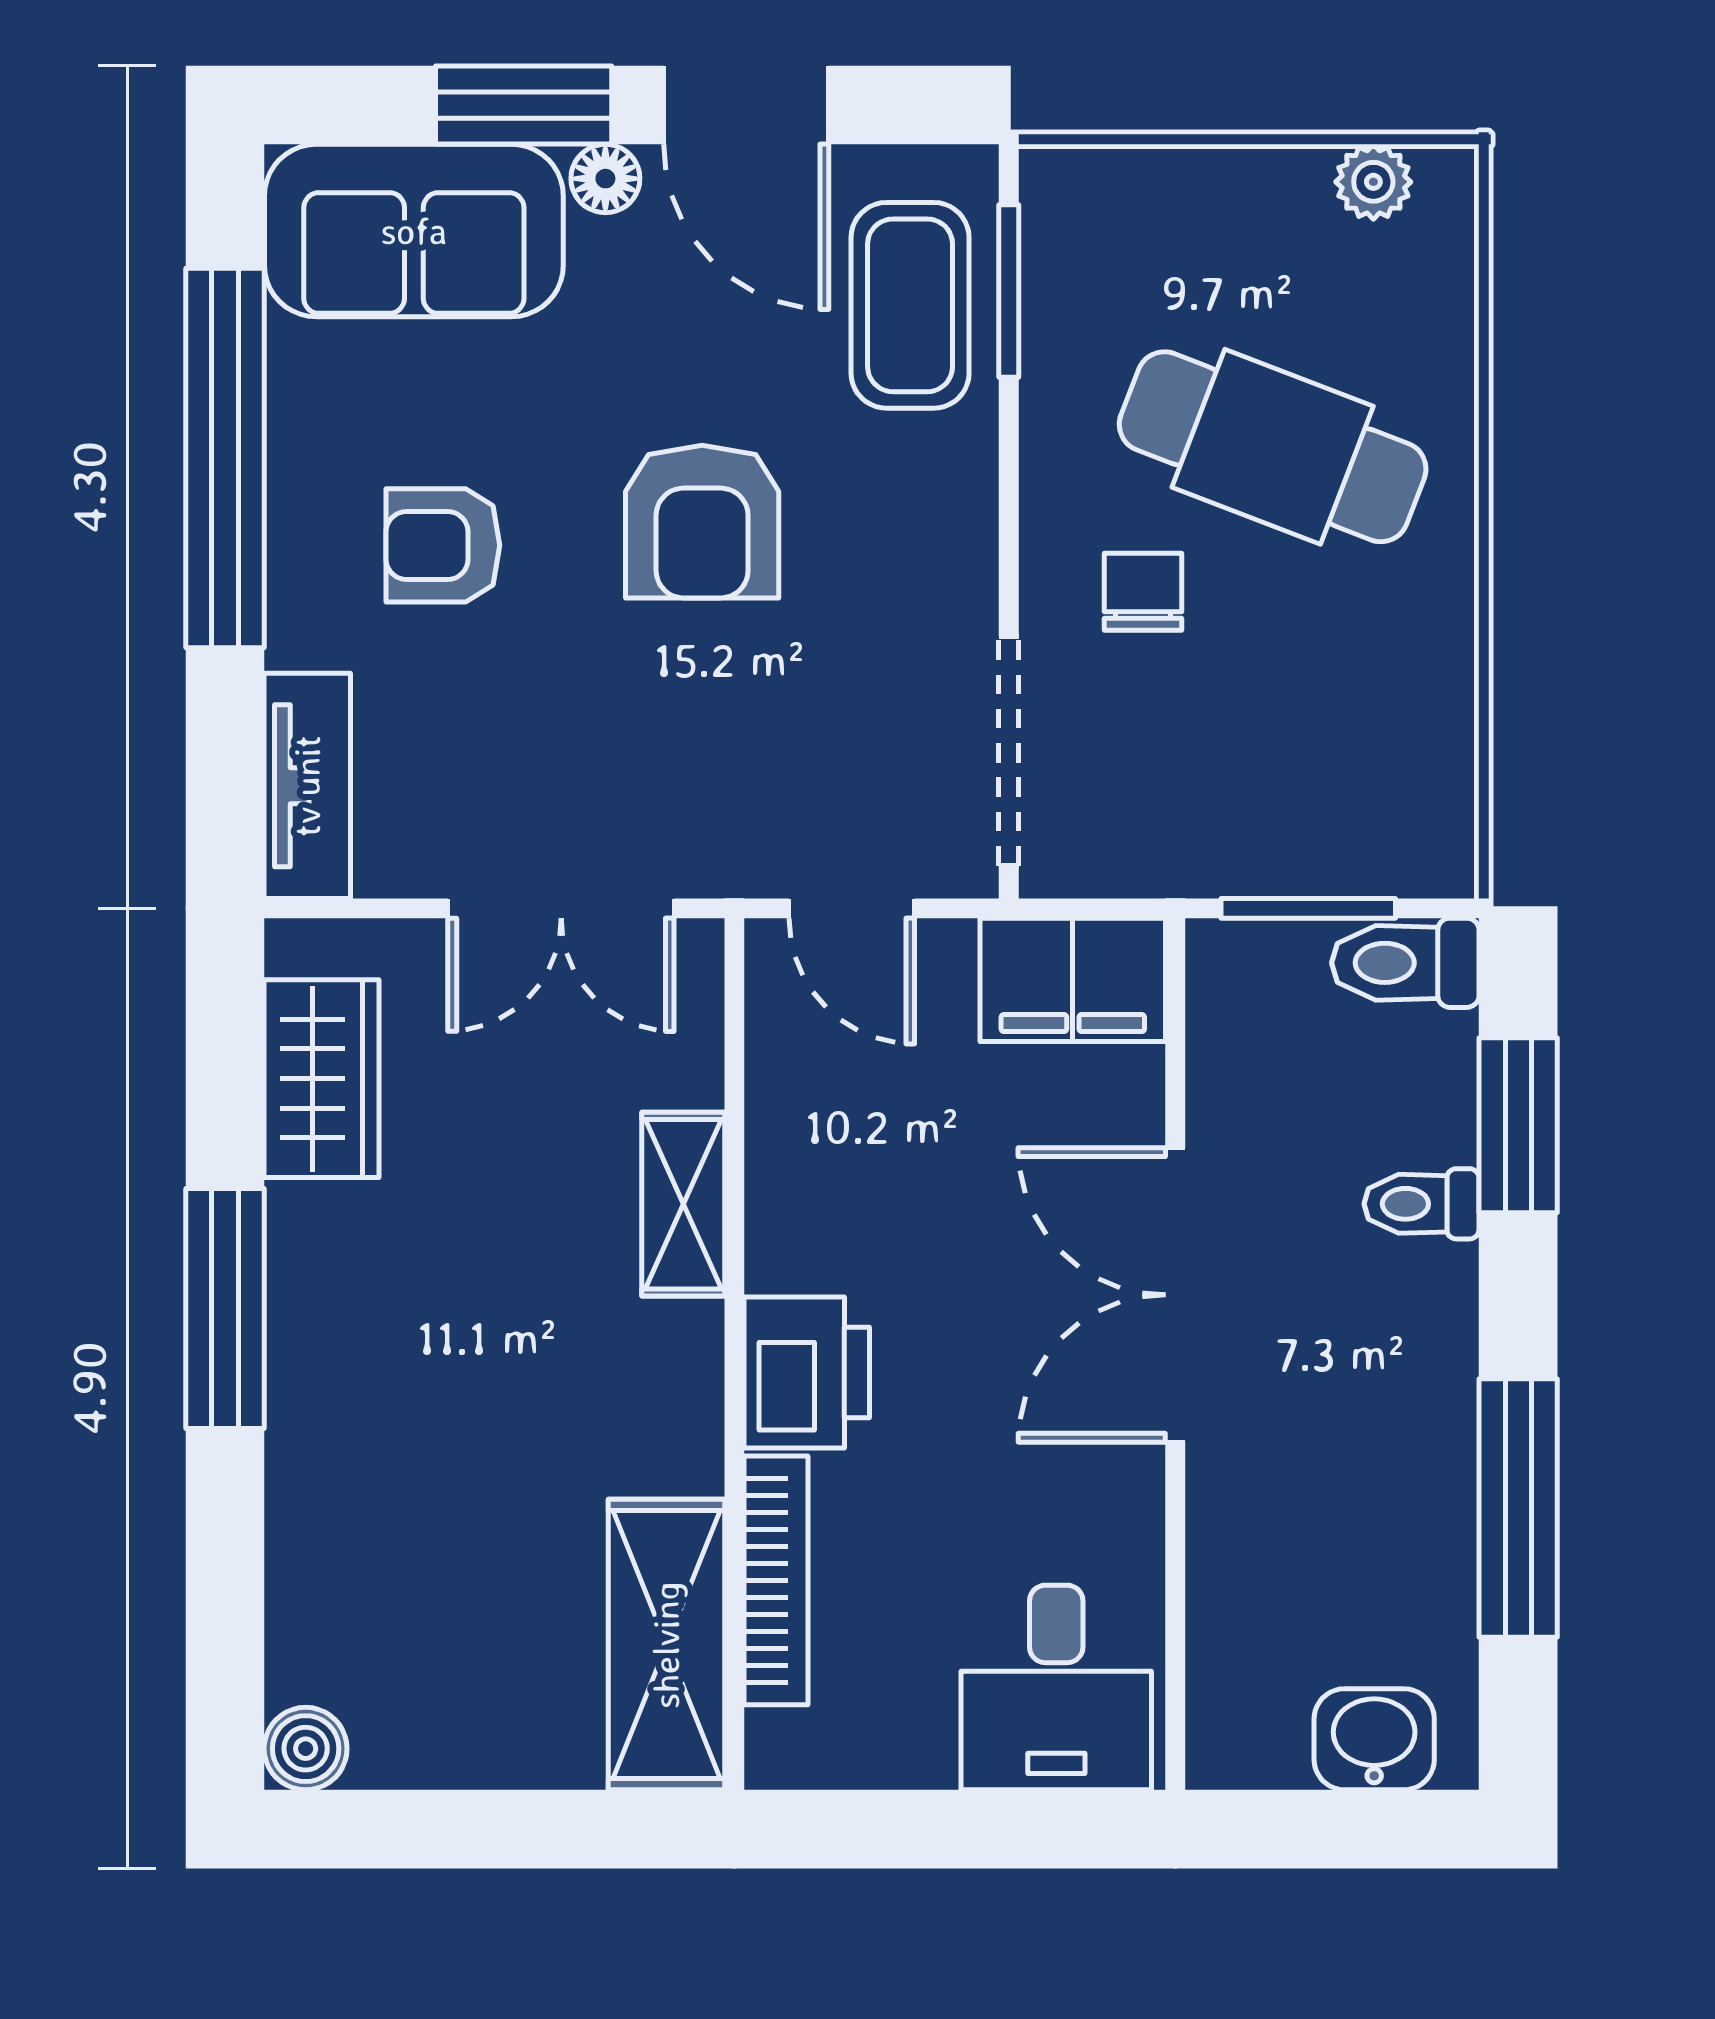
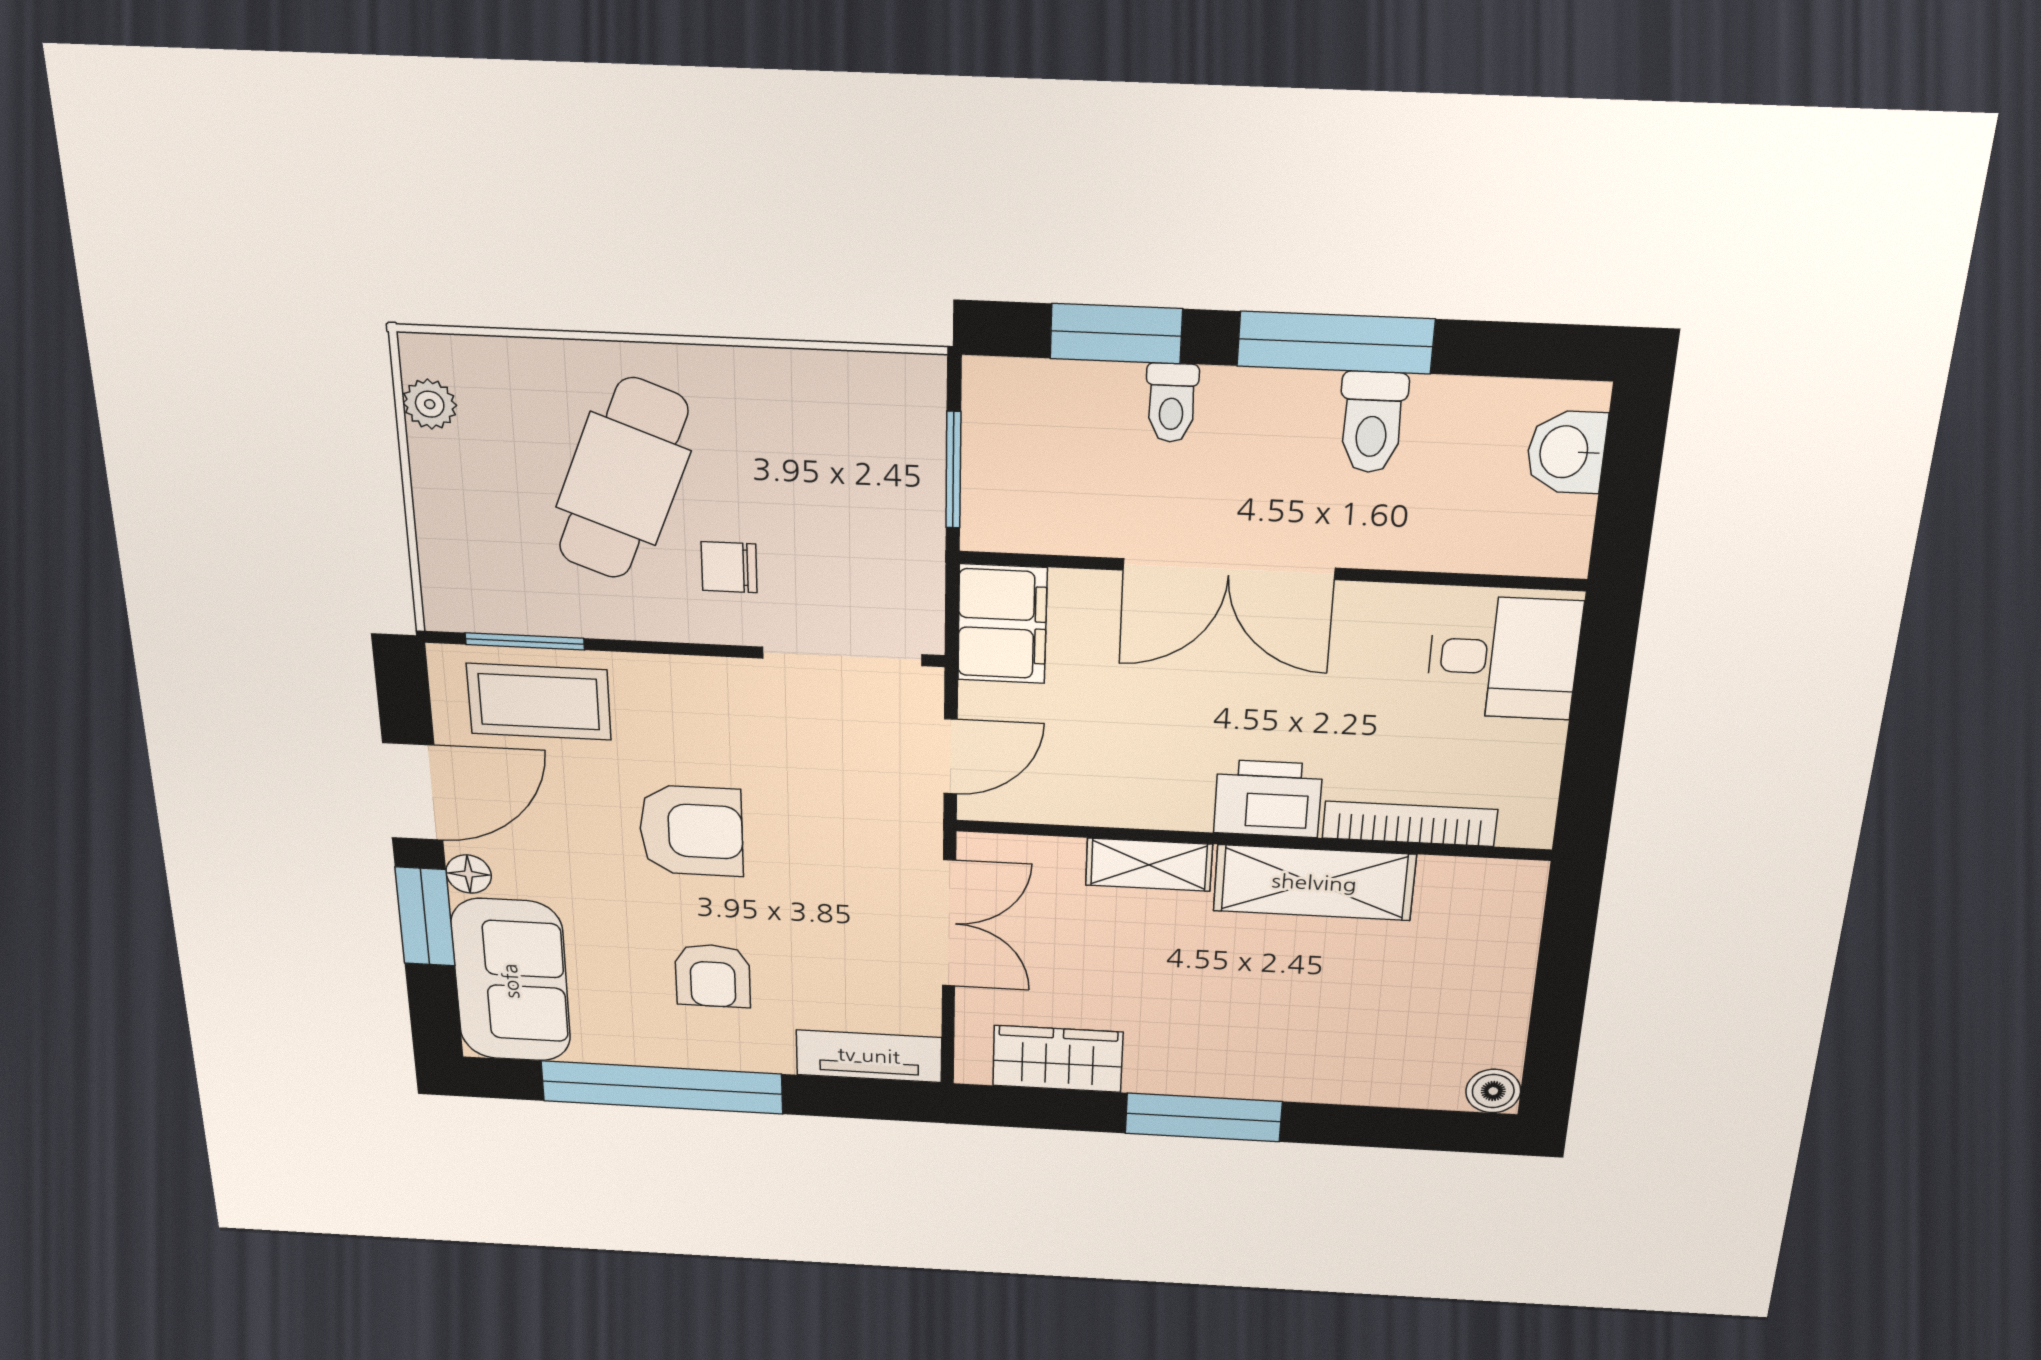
toilet: (1405, 963) -> (1372, 422), moved
window: (1518, 1508) -> (1336, 343), moved
shelving: (666, 1645) -> (1314, 883), moved

